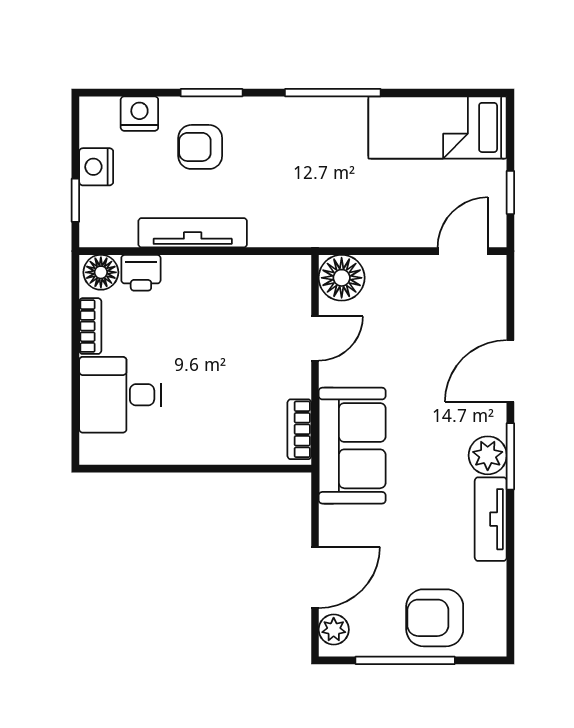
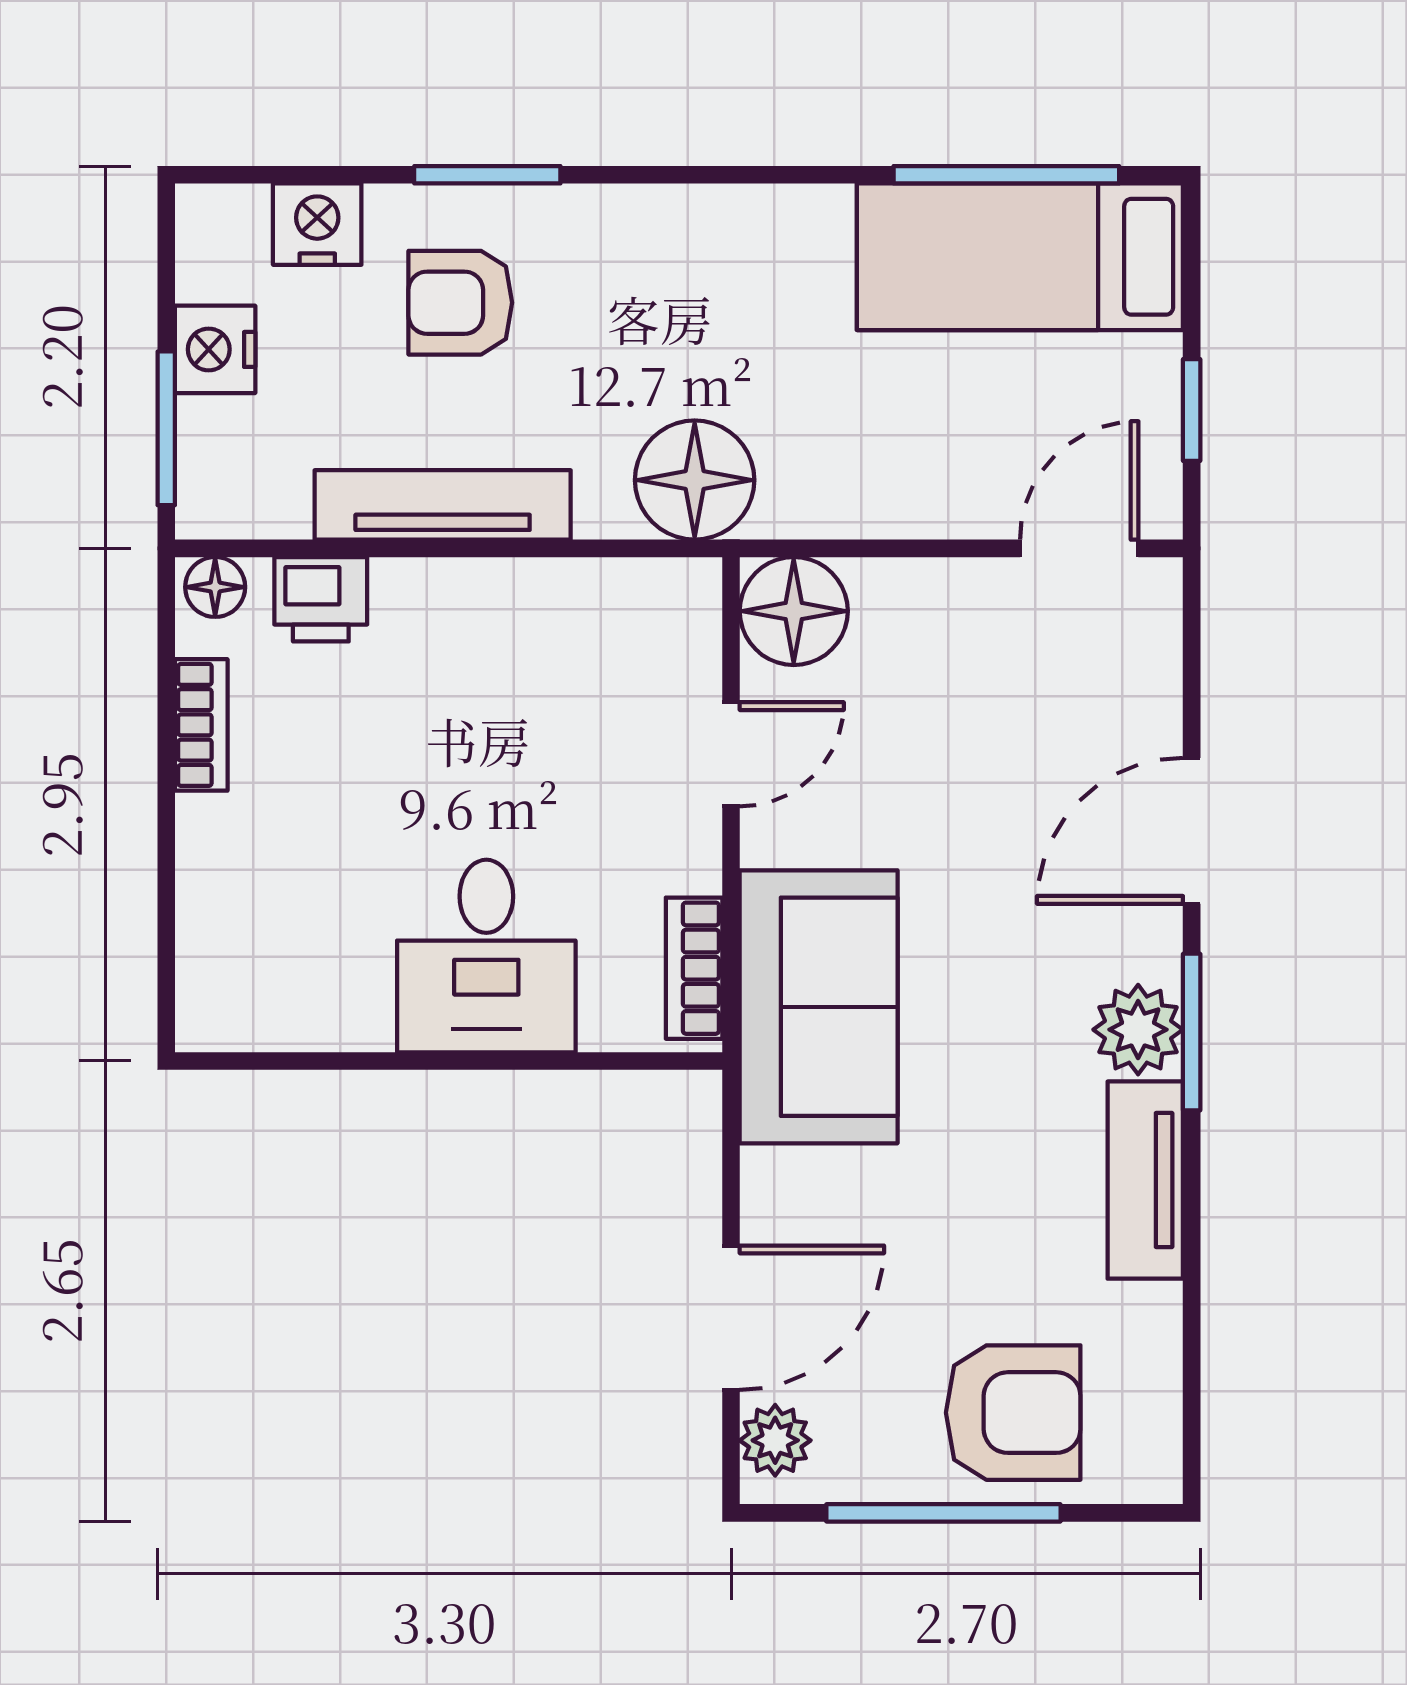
window: (333, 93) -> (1006, 175), moved
window: (75, 200) -> (166, 428), width x1.50
floor lamp: (300, 222) -> (695, 480), added
floor lamp: (101, 272) -> (215, 587), width x0.73, depth x0.73
desk: (120, 395) -> (486, 956), moved, turned -90
armchair: (435, 618) -> (1013, 1413), turned 180

